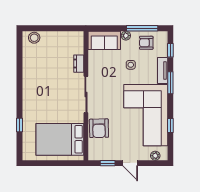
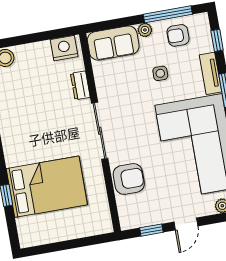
nightstand: (73, 38) -> (64, 48), added
armchair: (99, 128) -> (129, 179), turned -89
bed: (60, 139) -> (47, 187), moved, turned 180
door: (130, 163) -> (186, 224), hinge flipped

